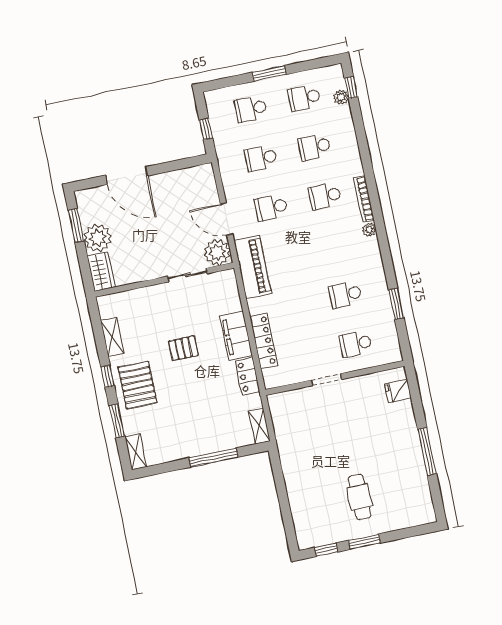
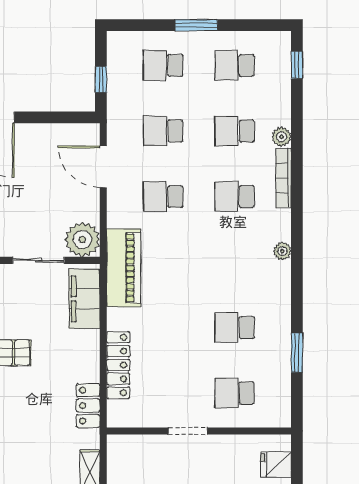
plant: (341, 97) -> (282, 137), moved
bookcase: (364, 199) -> (284, 178), moved
door: (227, 219) -> (103, 167), moved
filing cabinet: (236, 336) -> (84, 299), moved

